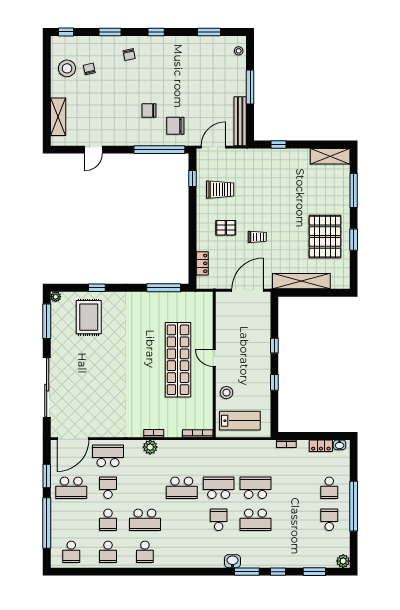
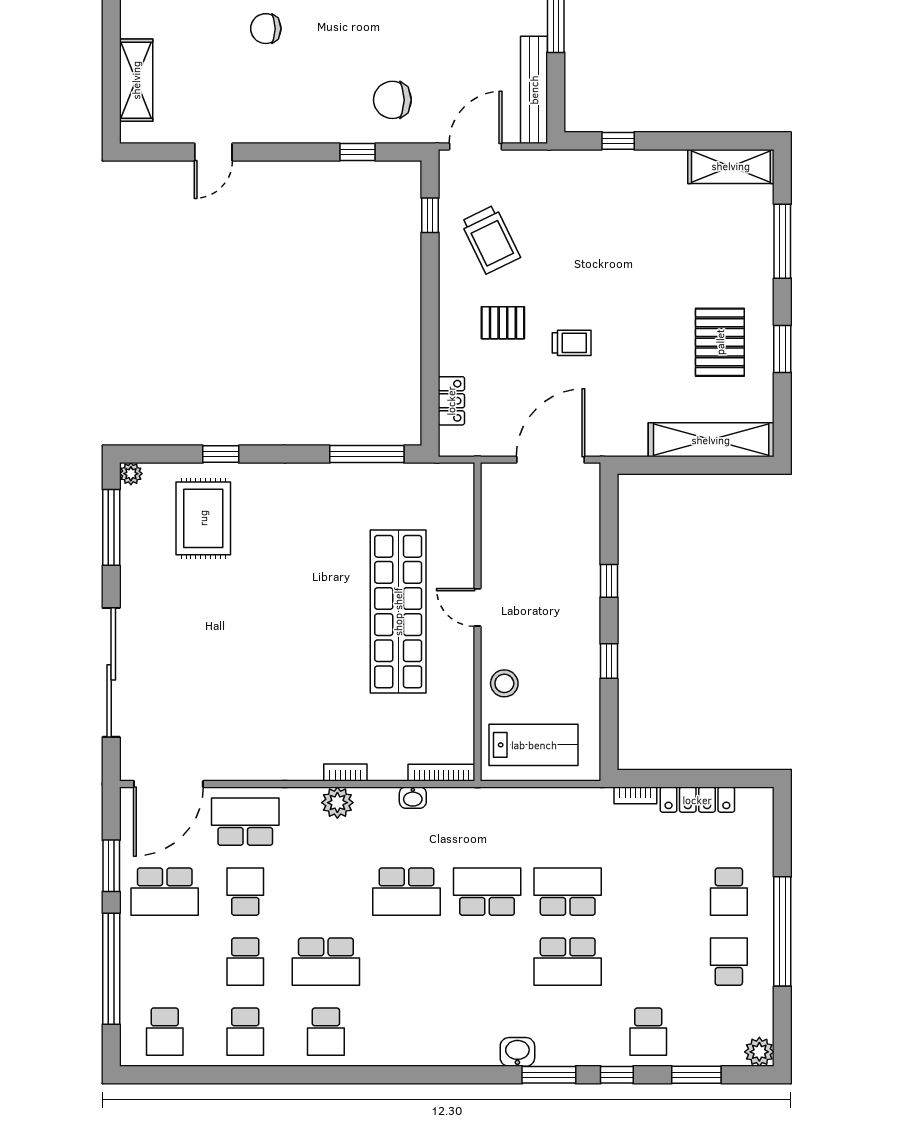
chair: (149, 111) -> (266, 29), moved
window: (159, 150) -> (358, 152), width x0.32
trolley: (220, 190) -> (490, 239), turned 64
pallet: (325, 237) -> (720, 342), width x0.73, depth x0.71
shelving: (301, 281) -> (711, 440), moved
washbasin: (340, 445) -> (413, 798), moved
locker: (321, 446) -> (697, 800), width x1.53
school desk: (219, 520) -> (648, 1032), moved, turned 180

